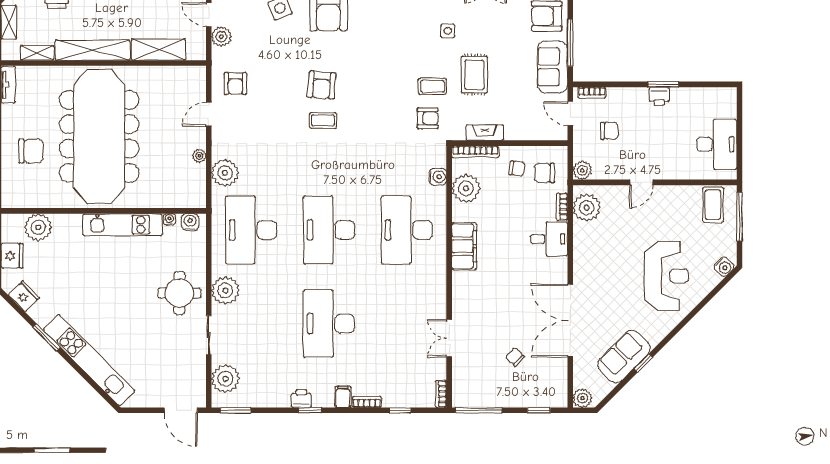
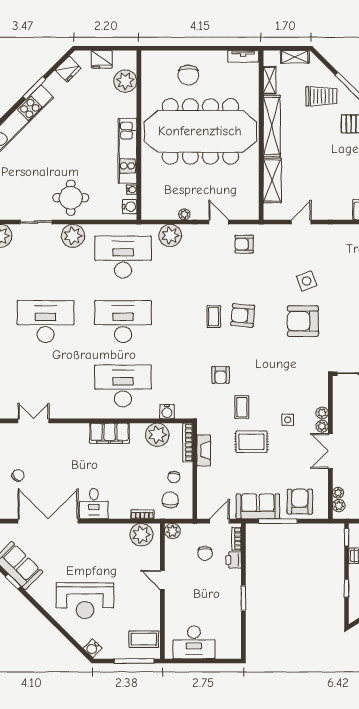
plant: (221, 37) -> (283, 233), removed
printer: (659, 96) -> (234, 560), moved
armchair: (428, 118) -> (221, 375), moved
desk: (549, 239) -> (94, 504), moved

